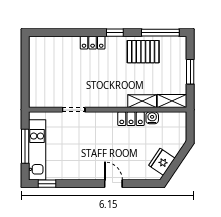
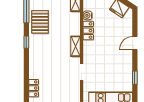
locker: (93, 43) -> (34, 88), moved
shelving: (142, 101) -> (76, 46), moved
window: (47, 184) -> (135, 78), moved

